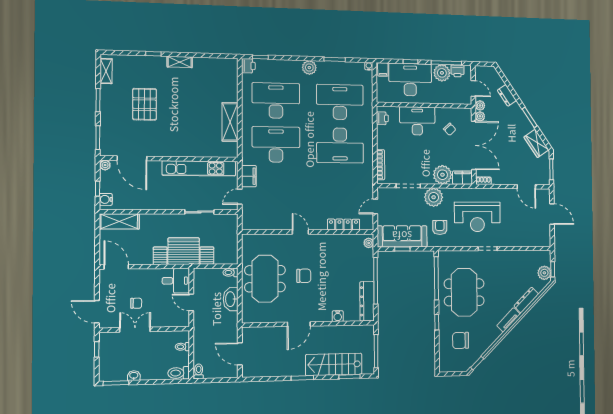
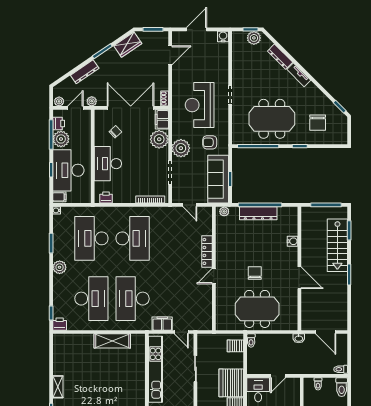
dresser: (507, 95) -> (85, 72), width x1.44
desk: (276, 101) -> (91, 299), turned 180
plant: (480, 116) -> (59, 101), moved
reception desk: (477, 217) -> (200, 105), turned 180
locker: (344, 225) -> (207, 251), moved
water cooler: (545, 241) -> (223, 36), added
server rack: (207, 256) -> (235, 346), moved
washbasin: (231, 299) -> (299, 338), moved, width x0.52, depth x0.69
dresser: (367, 301) -> (258, 213), moved
door: (240, 354) -> (326, 332), hinge flipped

